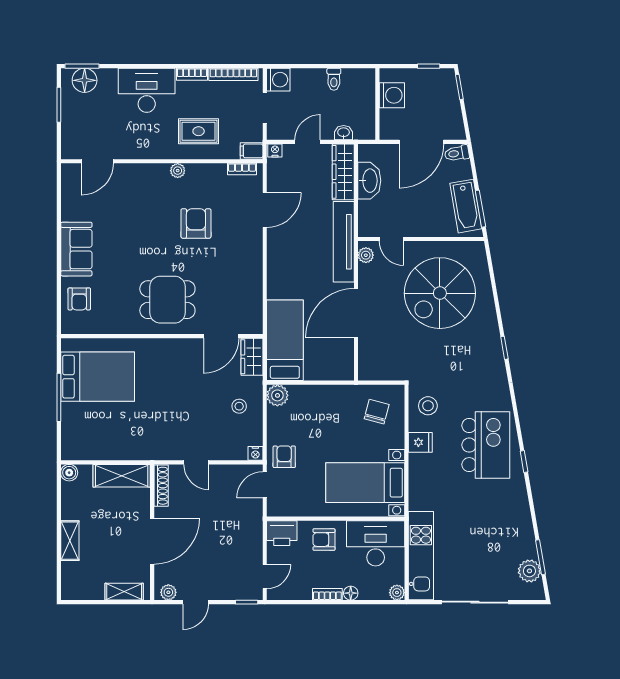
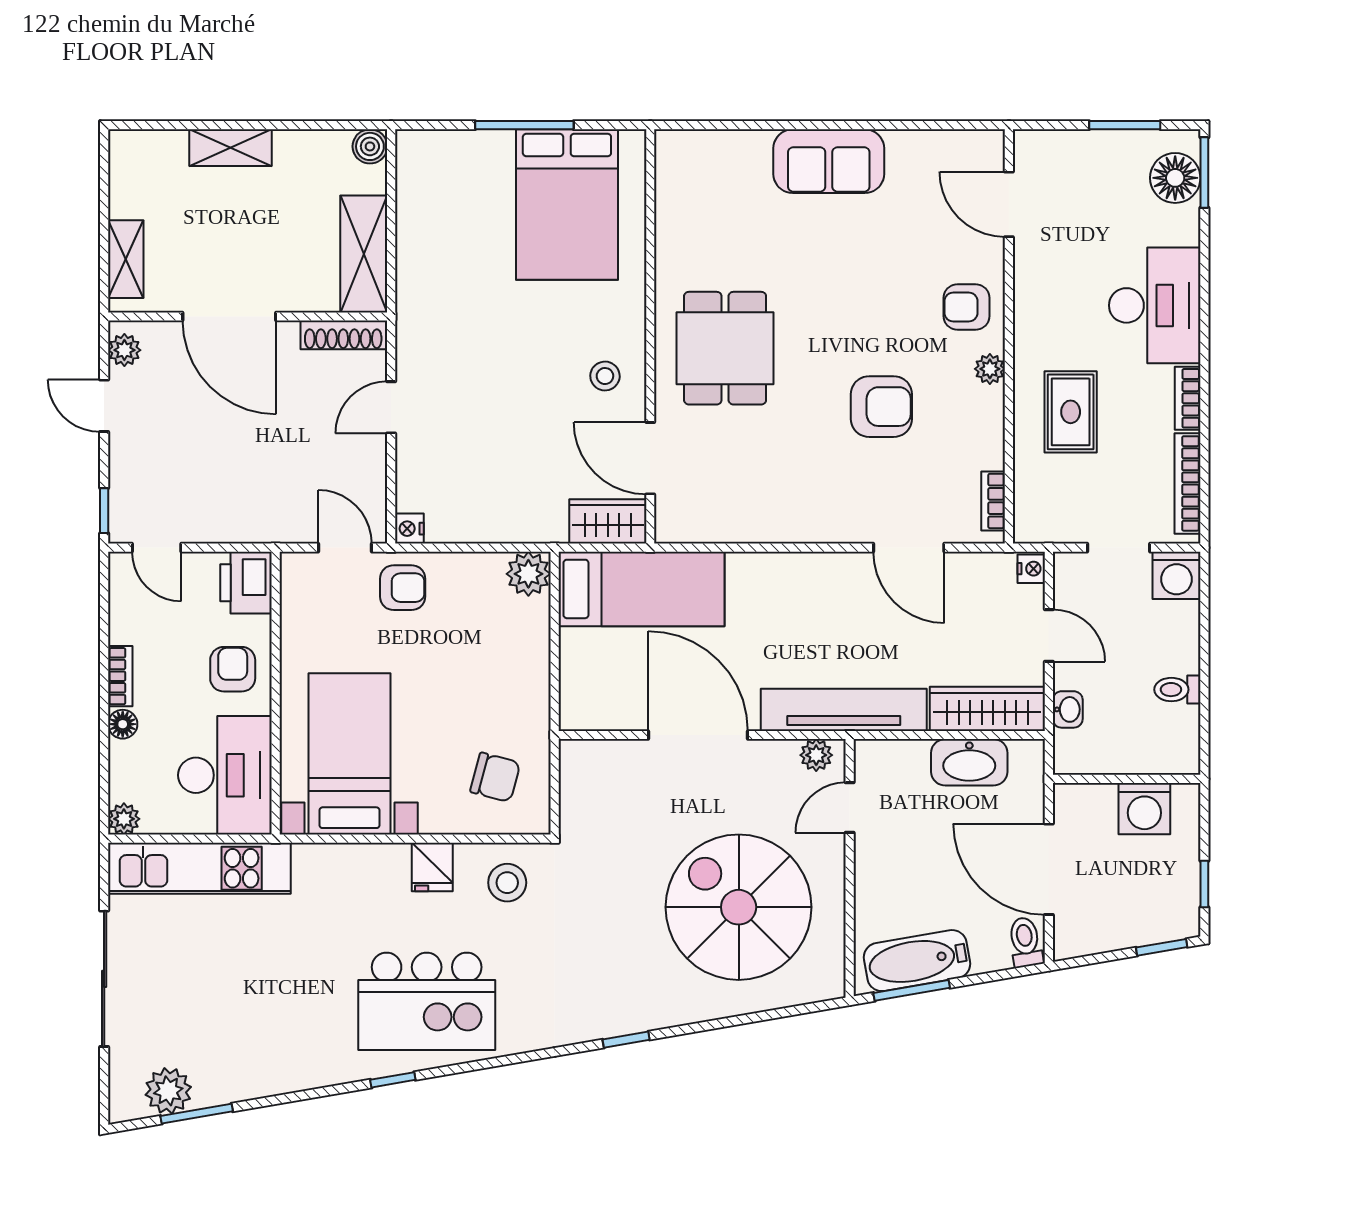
filing cabinet: (252, 151) -> (1030, 521), removed
armchair: (79, 299) -> (966, 307), moved
stool: (239, 406) -> (605, 376), moved

